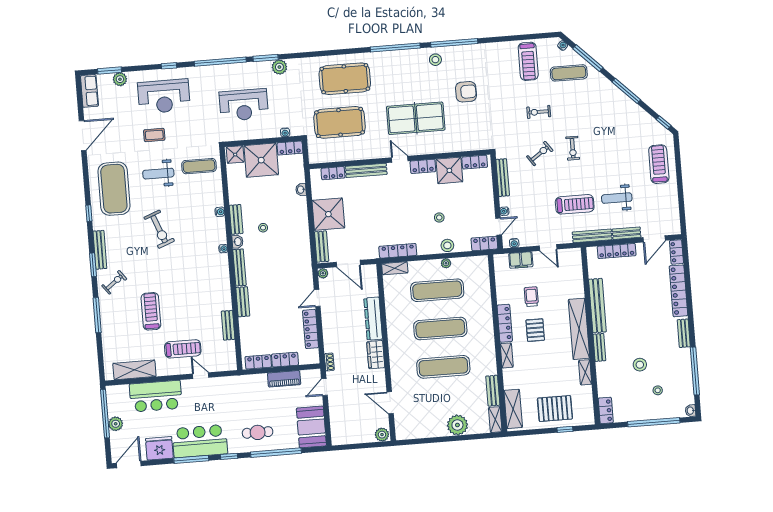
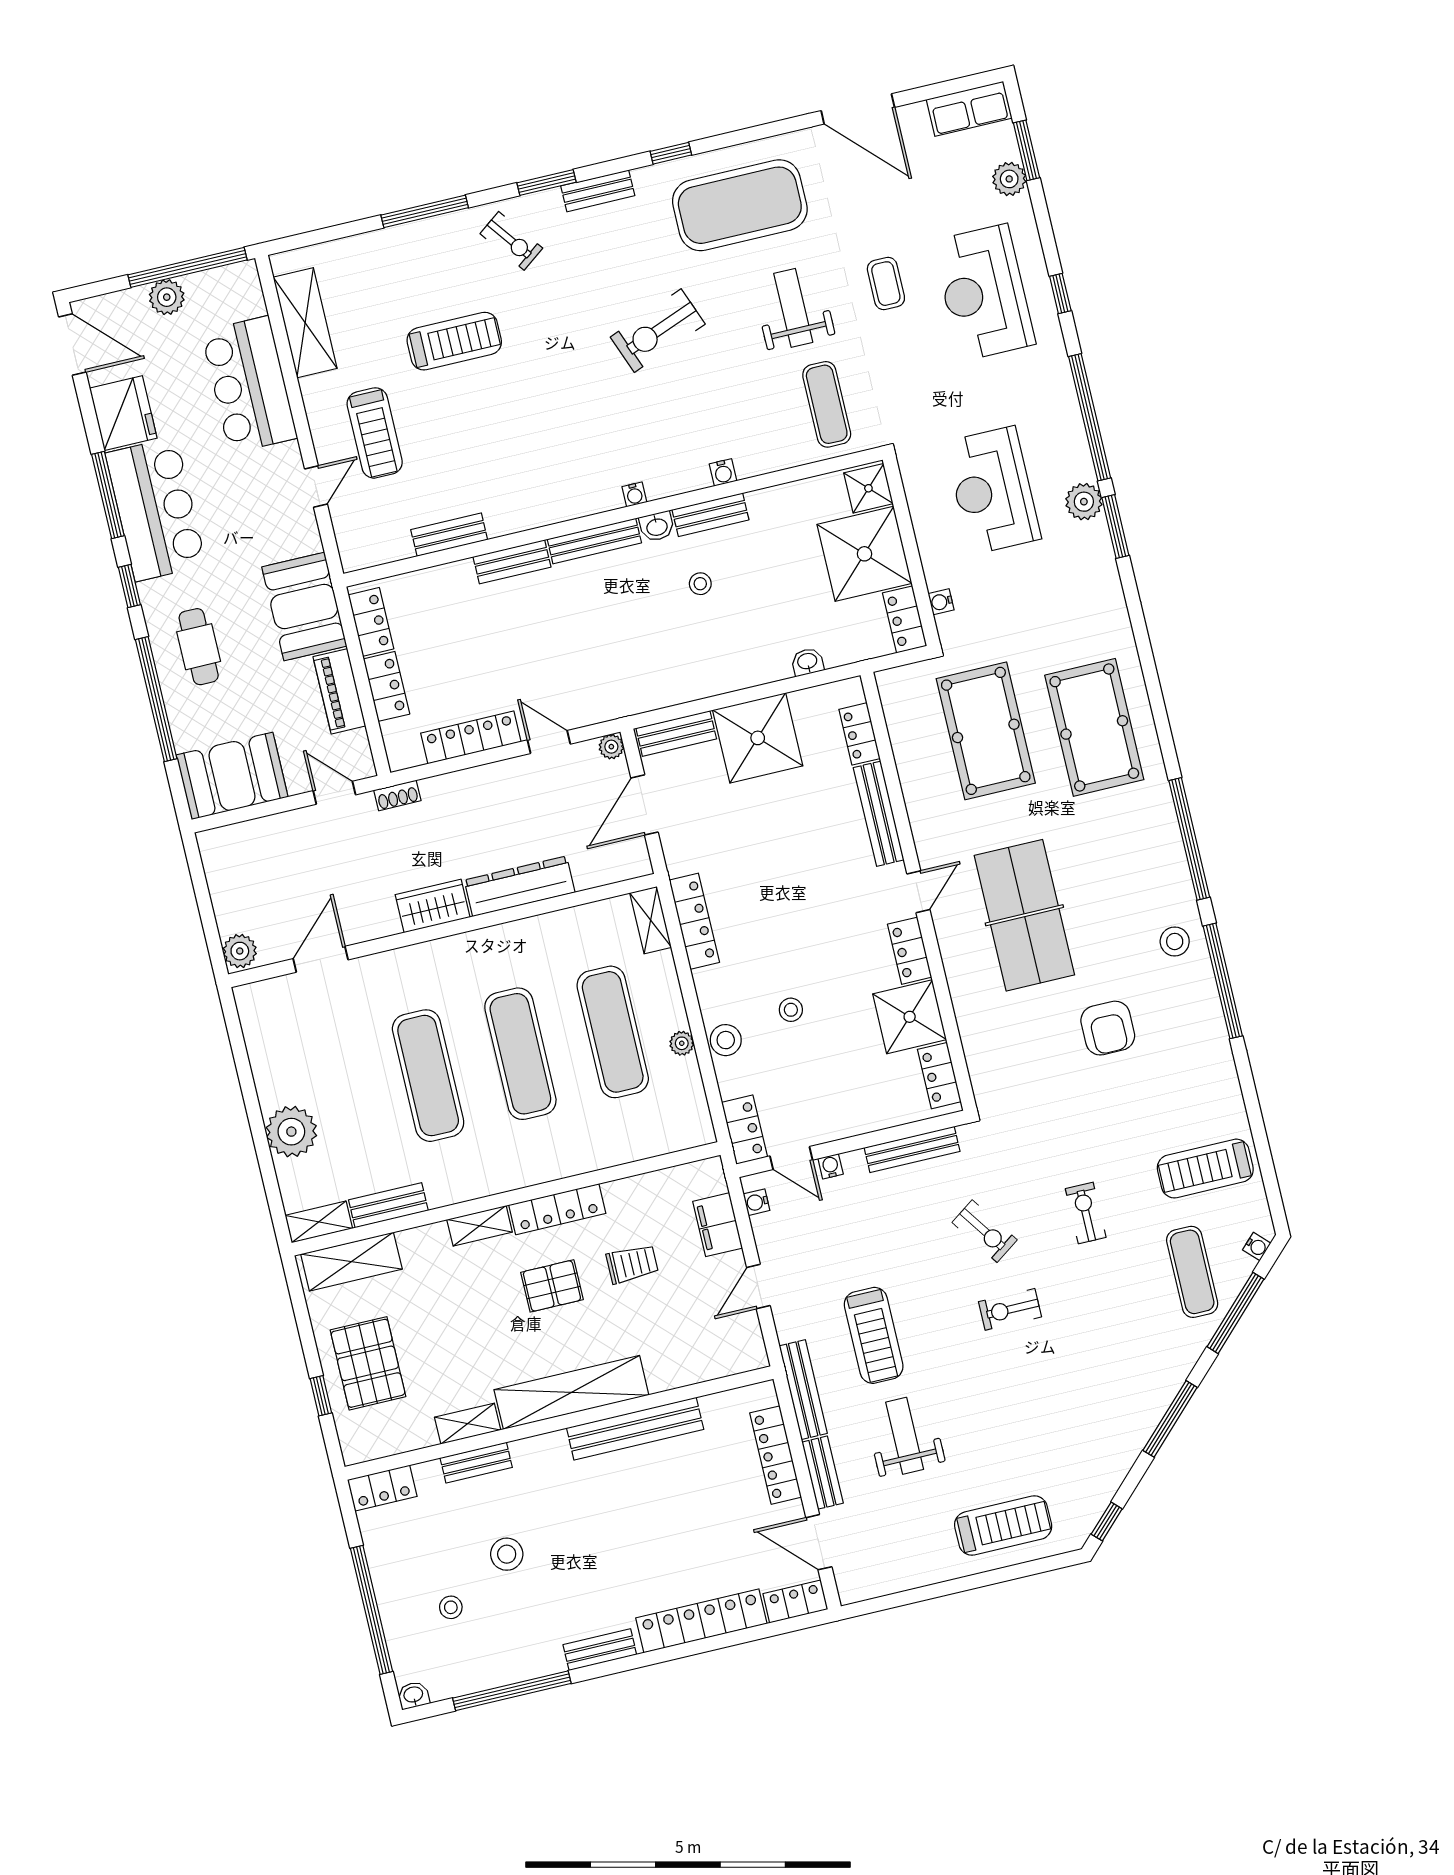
plant: (279, 67) -> (1084, 502), moved
bench: (100, 250) -> (598, 191), width x0.73
bench: (599, 347) -> (476, 1463), moved
booth: (248, 388) -> (304, 606), added

